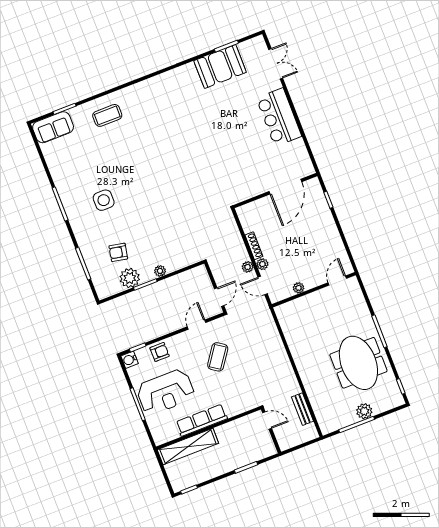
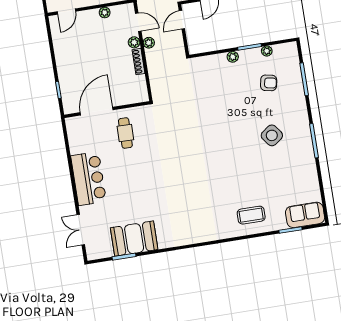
cafe table: (252, 171) -> (125, 133), added
side table: (104, 200) -> (272, 135), turned -37
plant: (130, 278) -> (267, 51), width x0.53, depth x0.53

